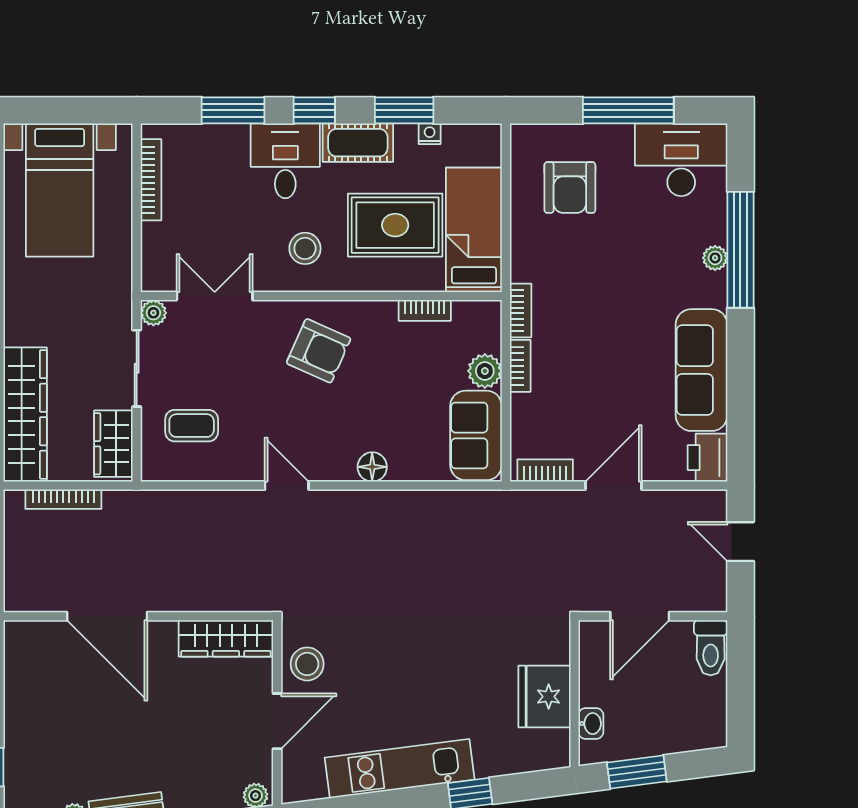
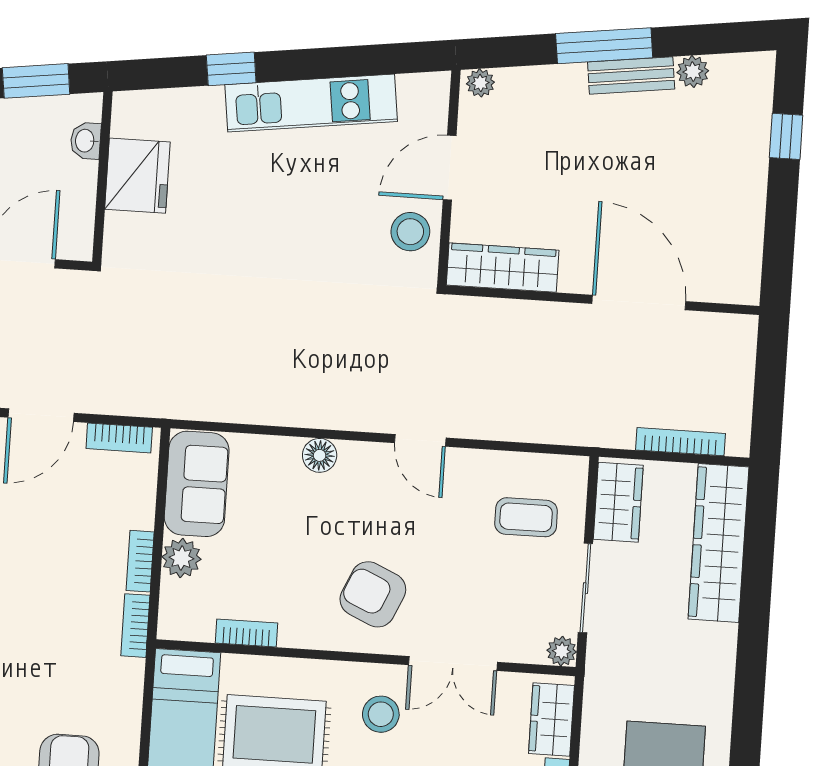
wardrobe: (158, 254) -> (551, 719), added
double door: (215, 296) -> (453, 663), moved

